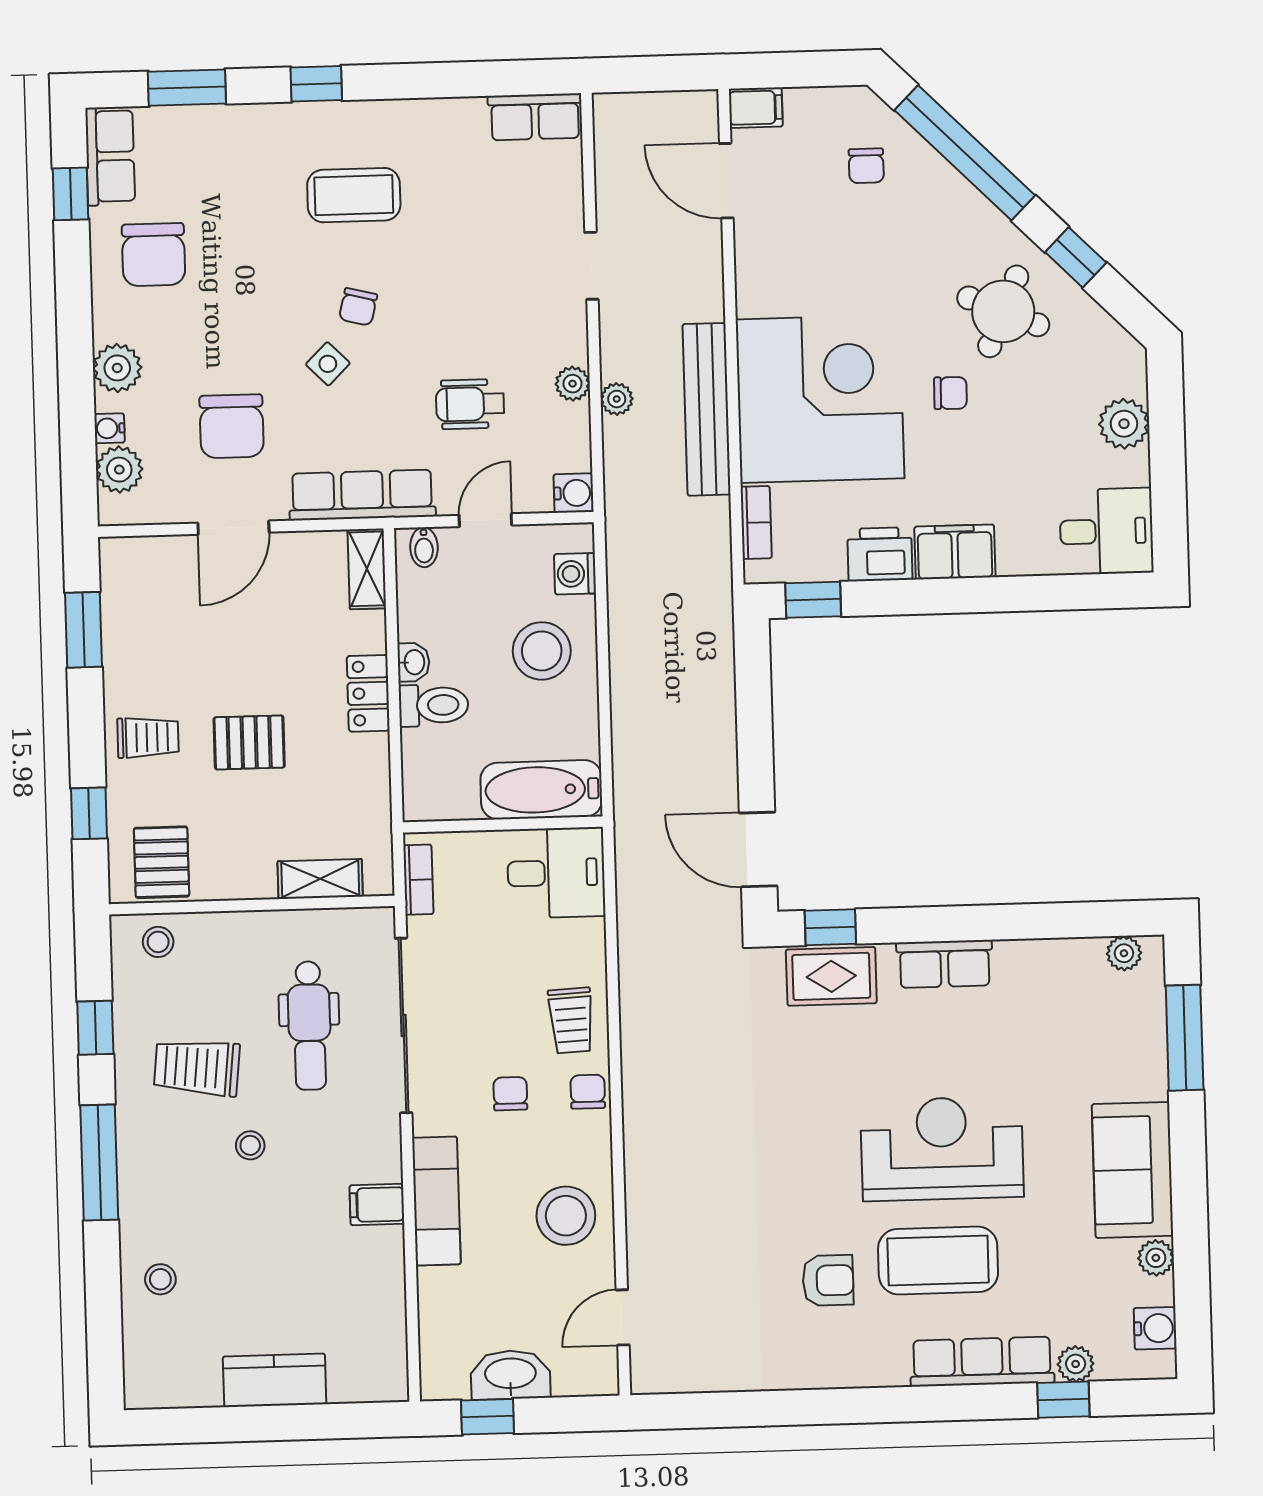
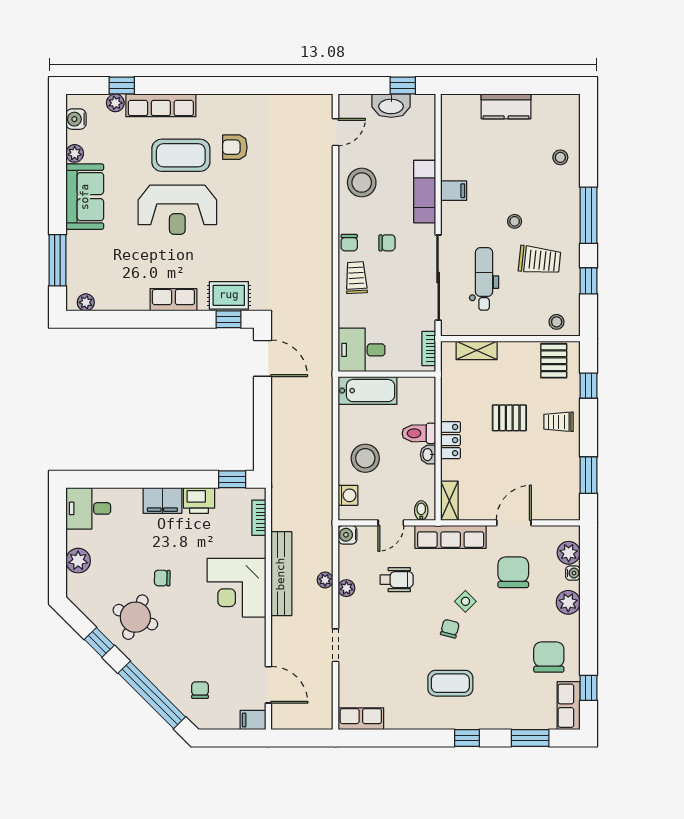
corner desk: (820, 399) -> (237, 588), width x0.74, depth x0.74
chair: (510, 1094) -> (387, 243), turned -90

